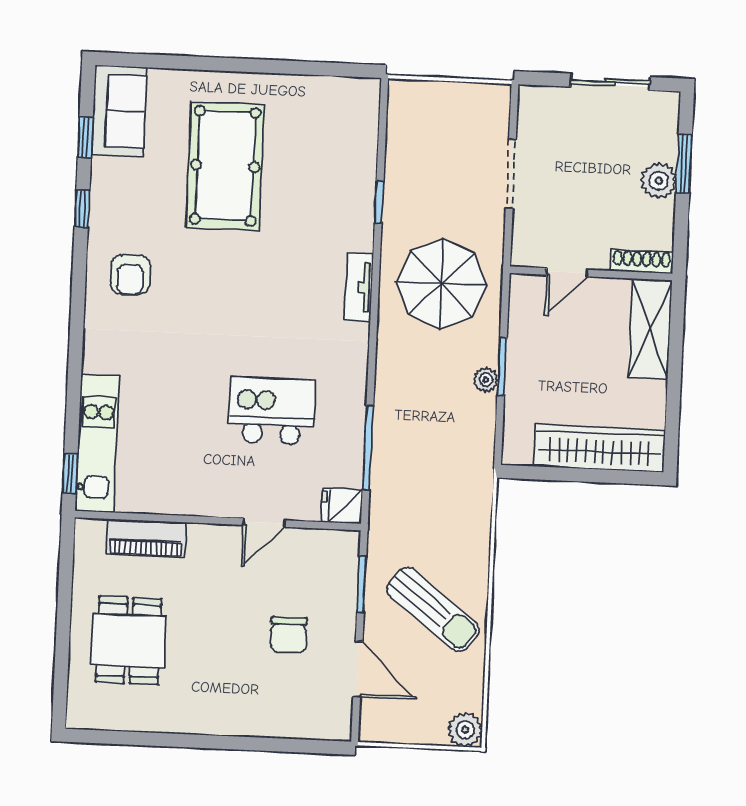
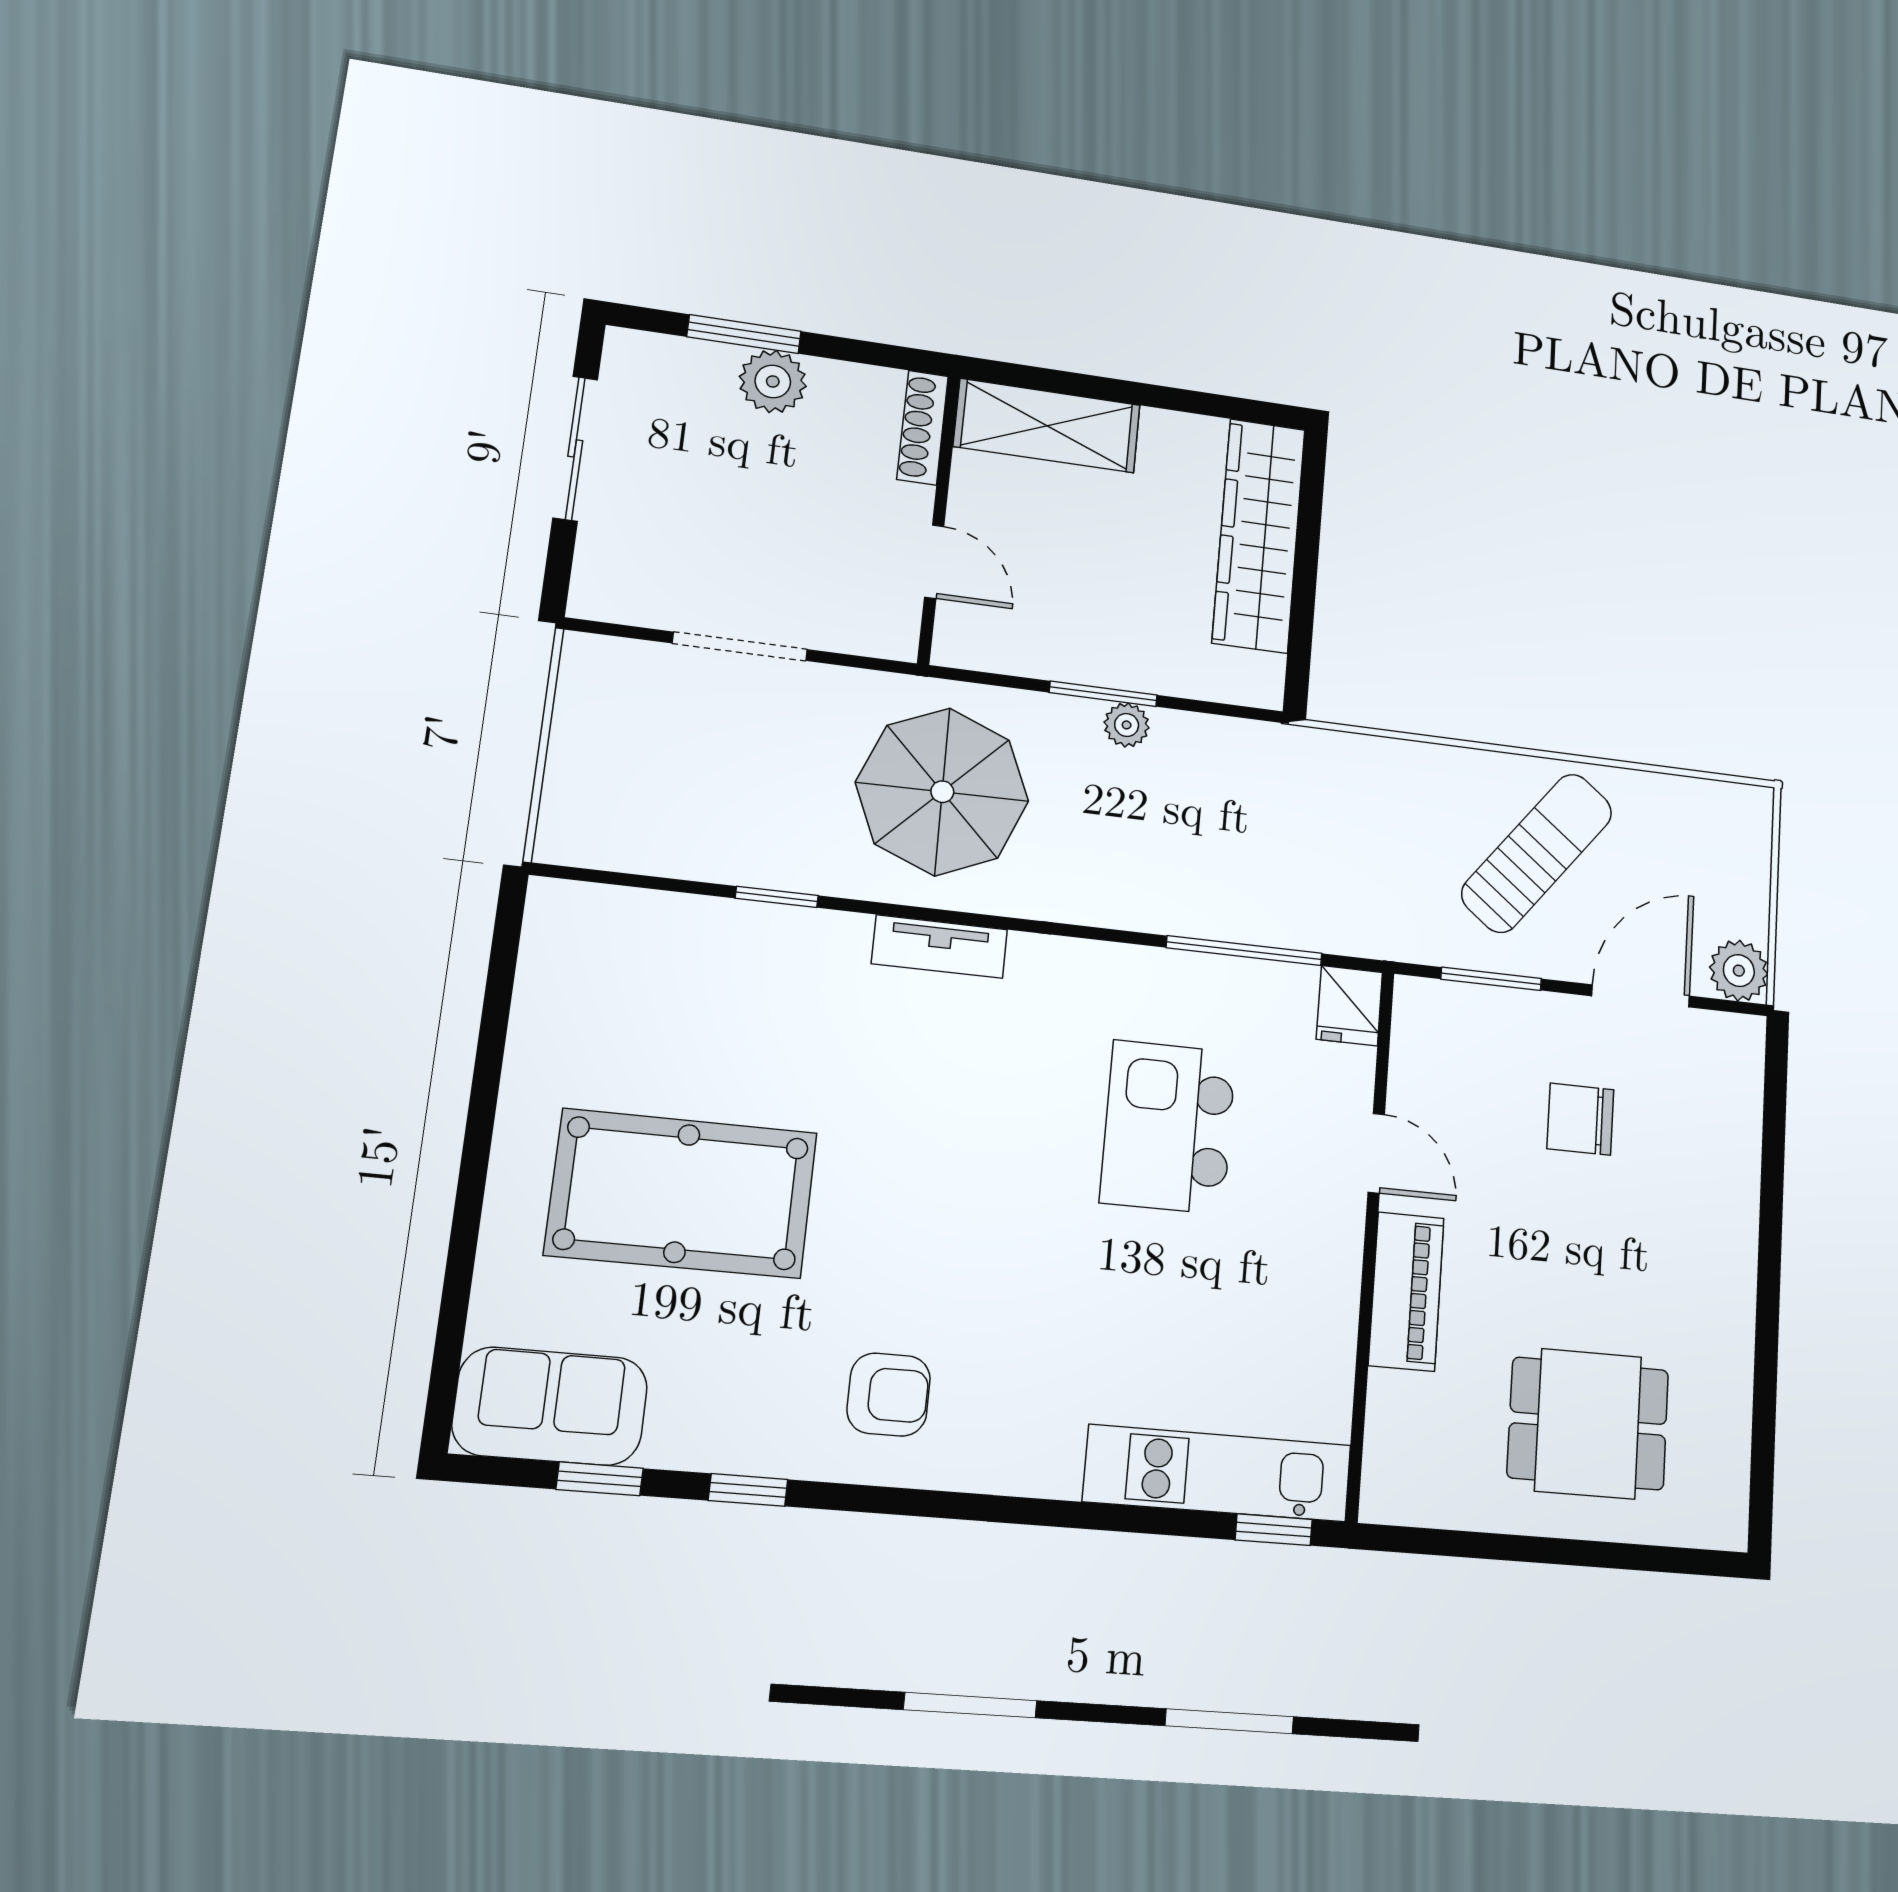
piano: (146, 538) -> (1406, 1291), moved
chair: (289, 635) -> (1580, 1119), turned 180
plant: (465, 730) -> (1739, 971), moved

